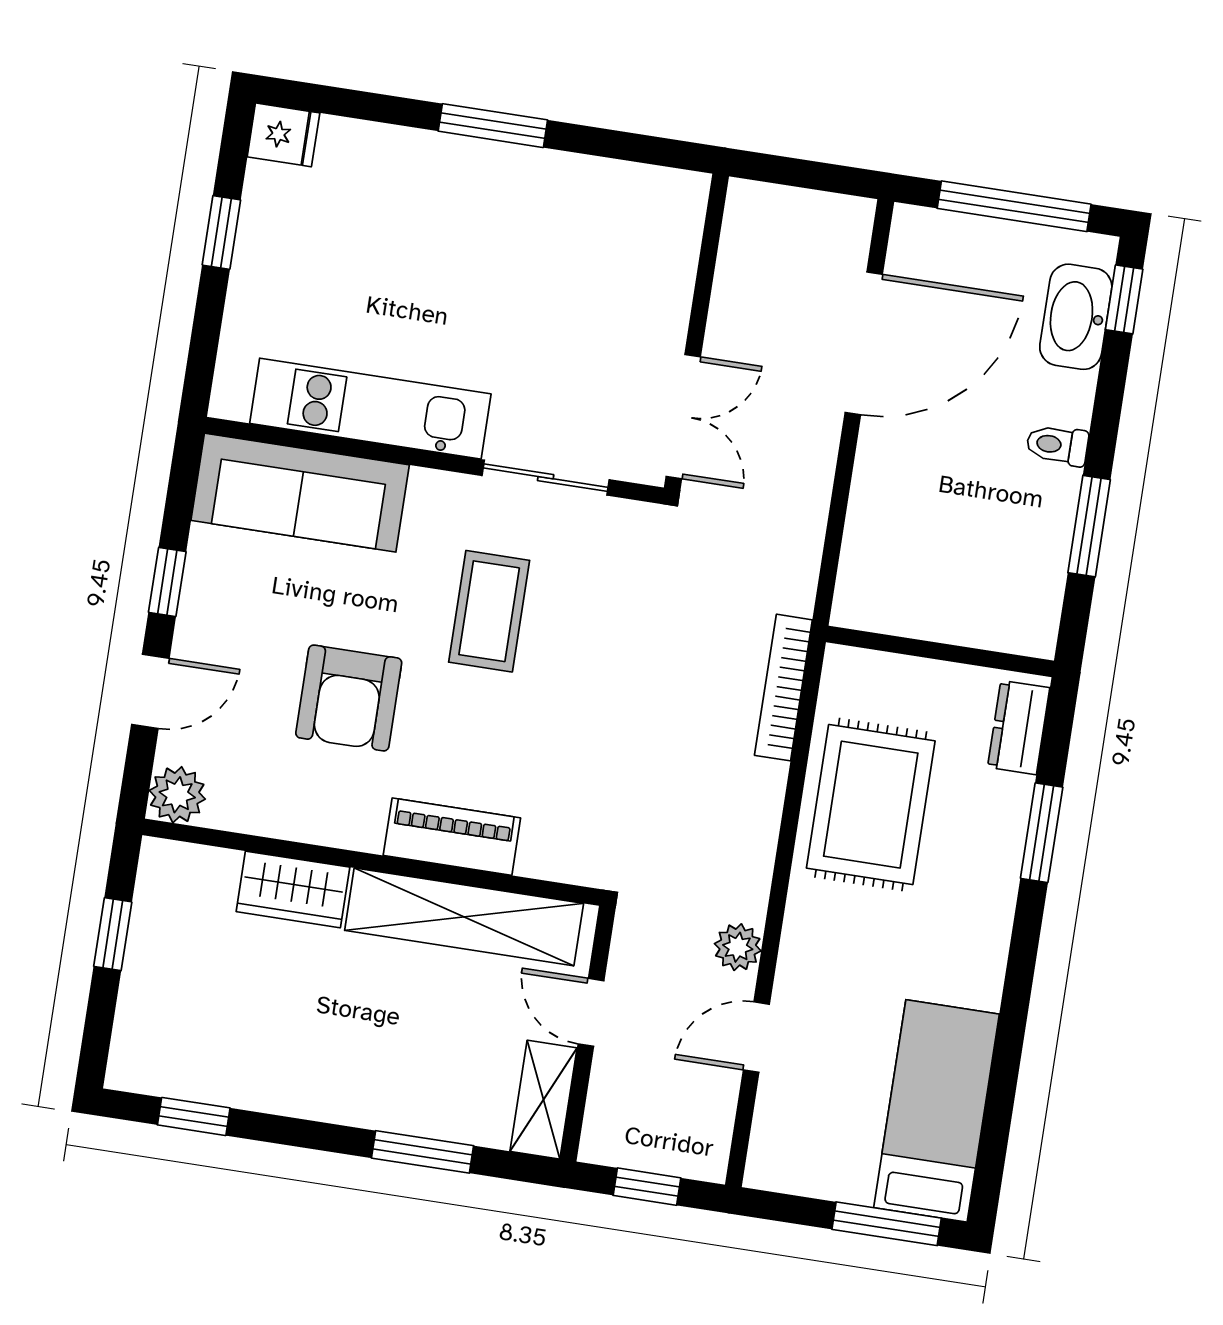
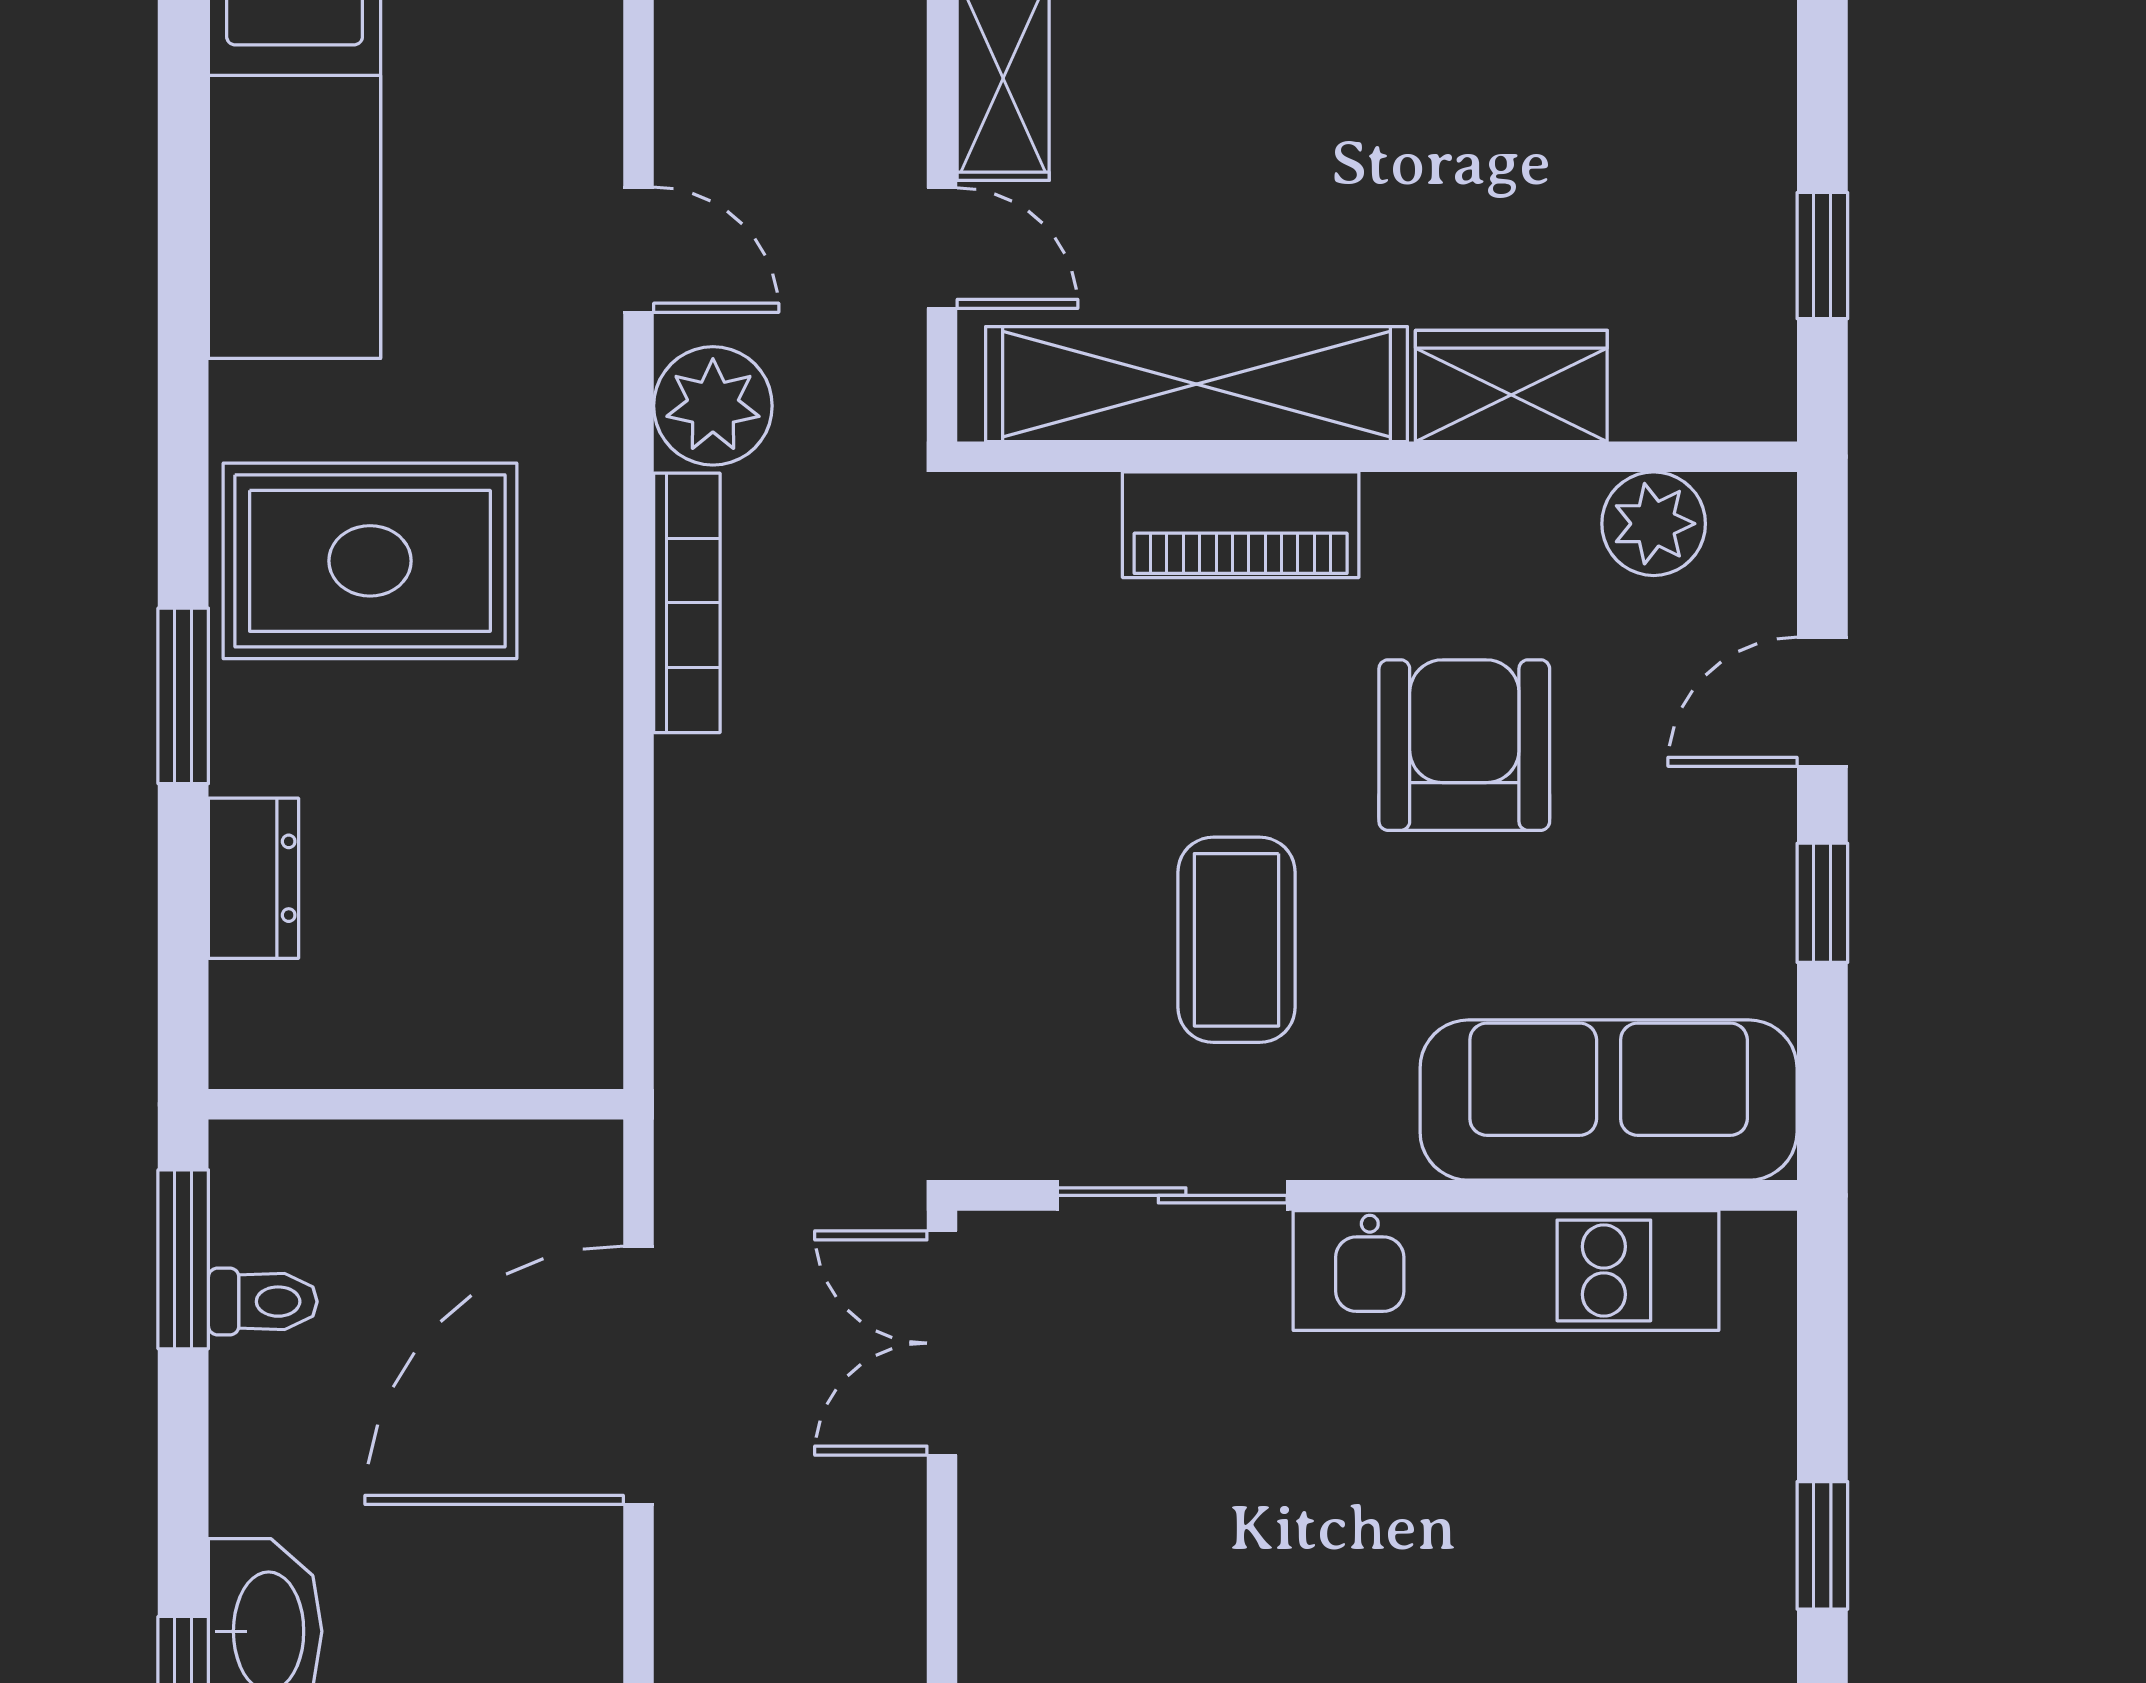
door: (864, 343) -> (639, 1375), moved
toilet: (1057, 445) -> (263, 1302), moved
wall: (940, 651) -> (416, 1104), moved
bookcase: (783, 688) -> (687, 603), moved
plant: (177, 795) -> (1654, 524), moved
rug: (871, 805) -> (370, 561), moved, turned 90
plant: (738, 947) -> (713, 406), width x1.38, depth x1.38
door: (756, 1037) -> (639, 250), hinge flipped

